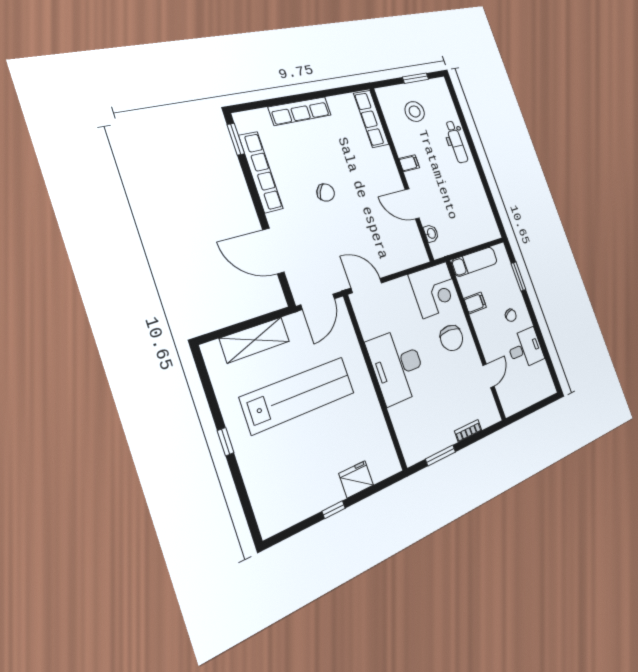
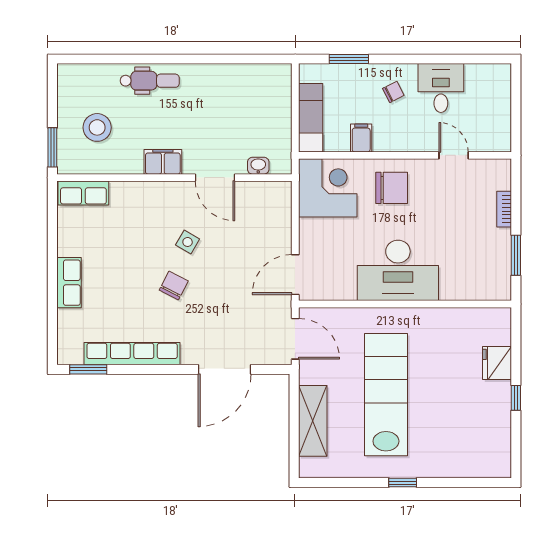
window: (415, 78) -> (52, 147), moved
row of seats: (300, 111) -> (69, 283), width x0.68
row of seats: (371, 119) -> (83, 193), width x0.68
filing cabinet: (409, 163) -> (163, 162), width x2.00
side table: (361, 195) -> (188, 242), added
door: (412, 204) -> (215, 178), hinge flipped

